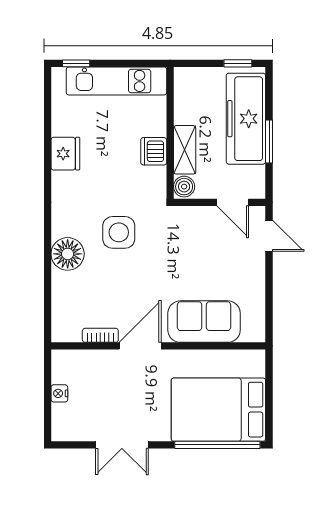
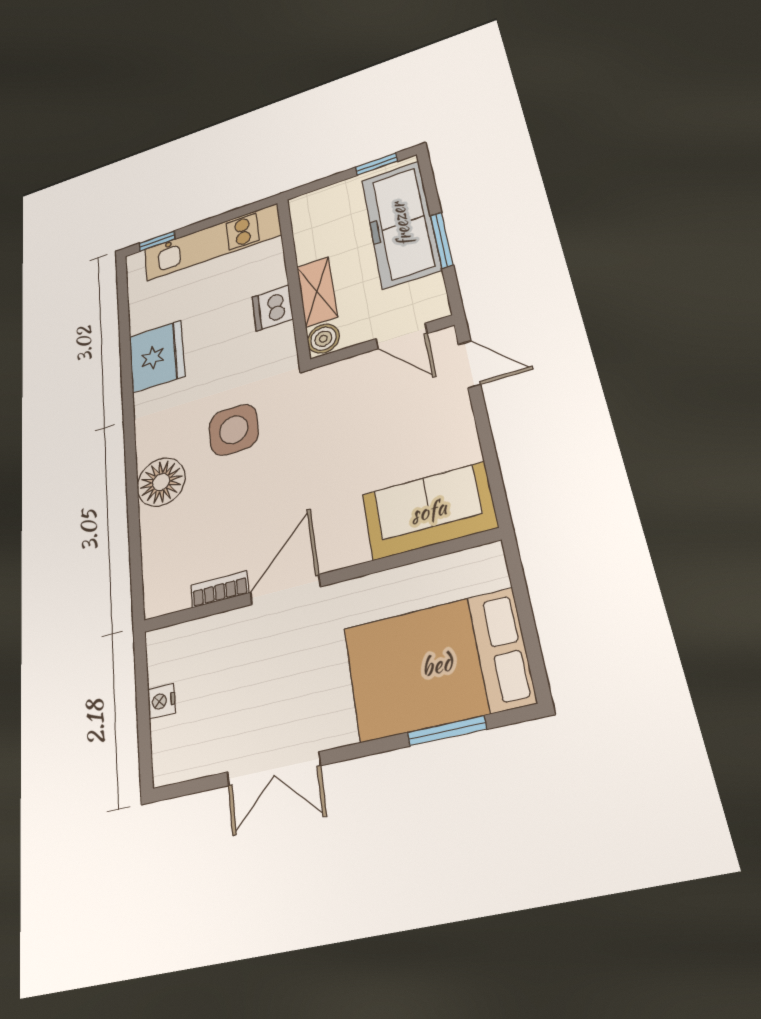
fridge: (65, 154) -> (157, 356), width x1.36, depth x1.34
sofa: (204, 322) -> (429, 511), moved
window: (217, 445) -> (447, 731), width x0.47

